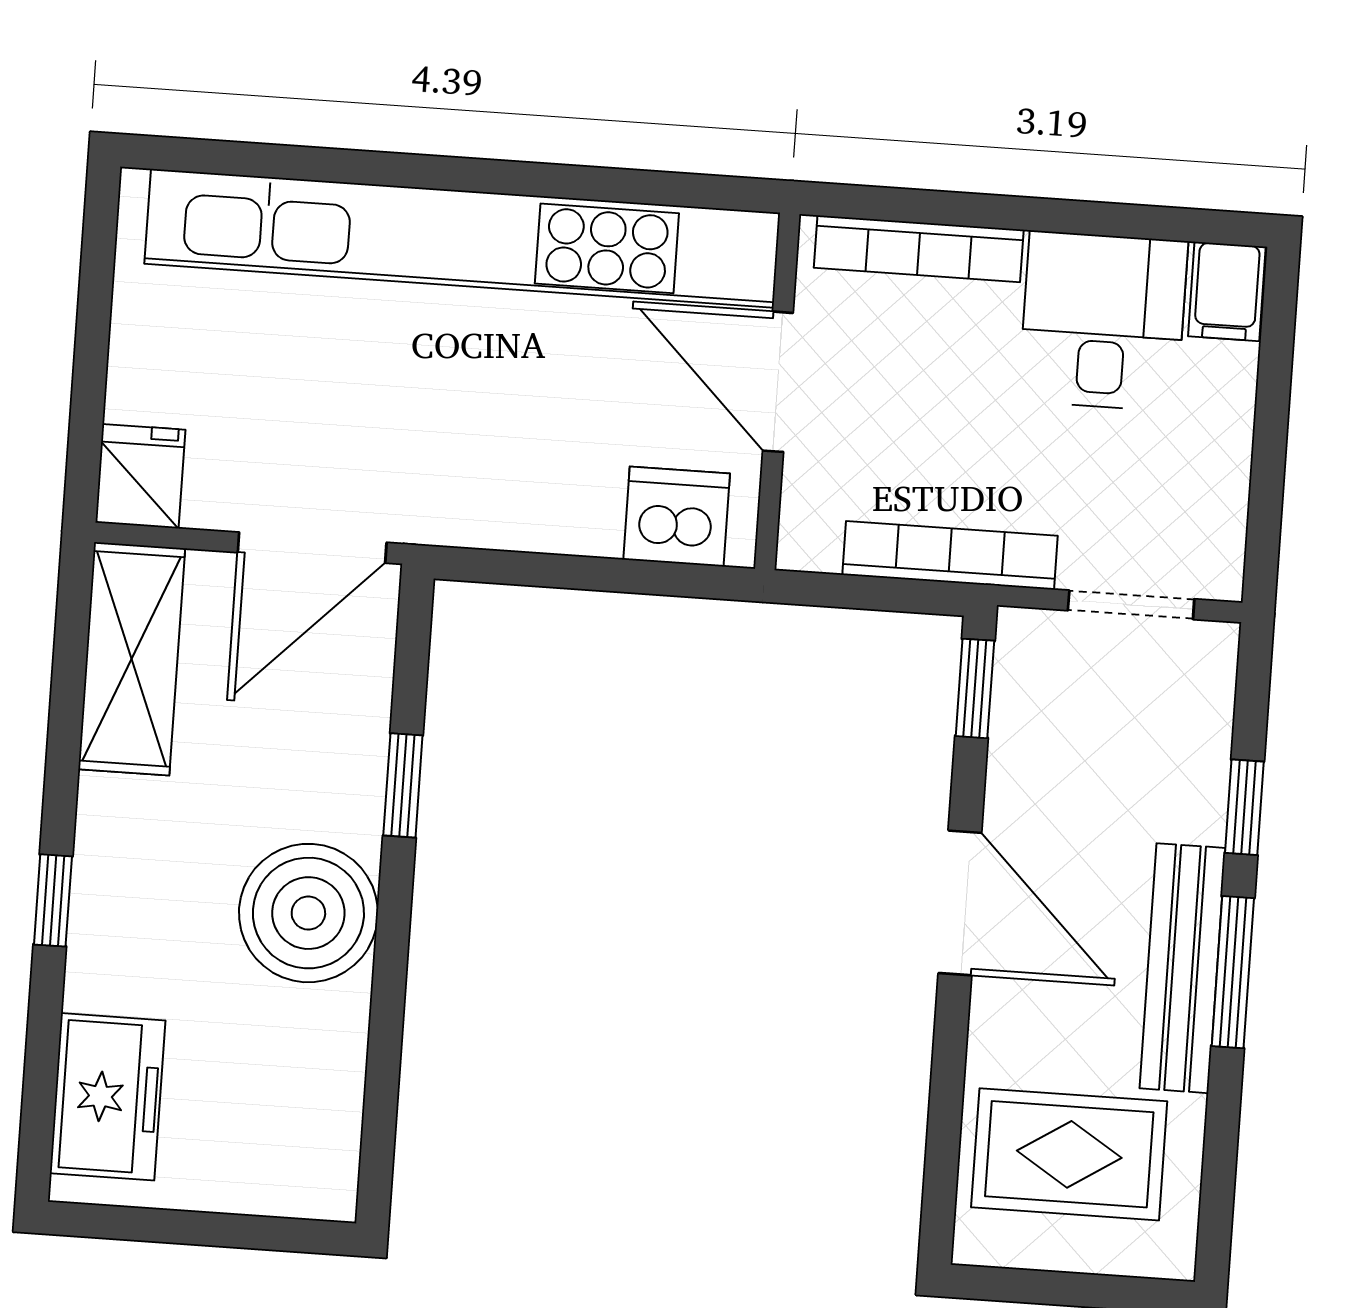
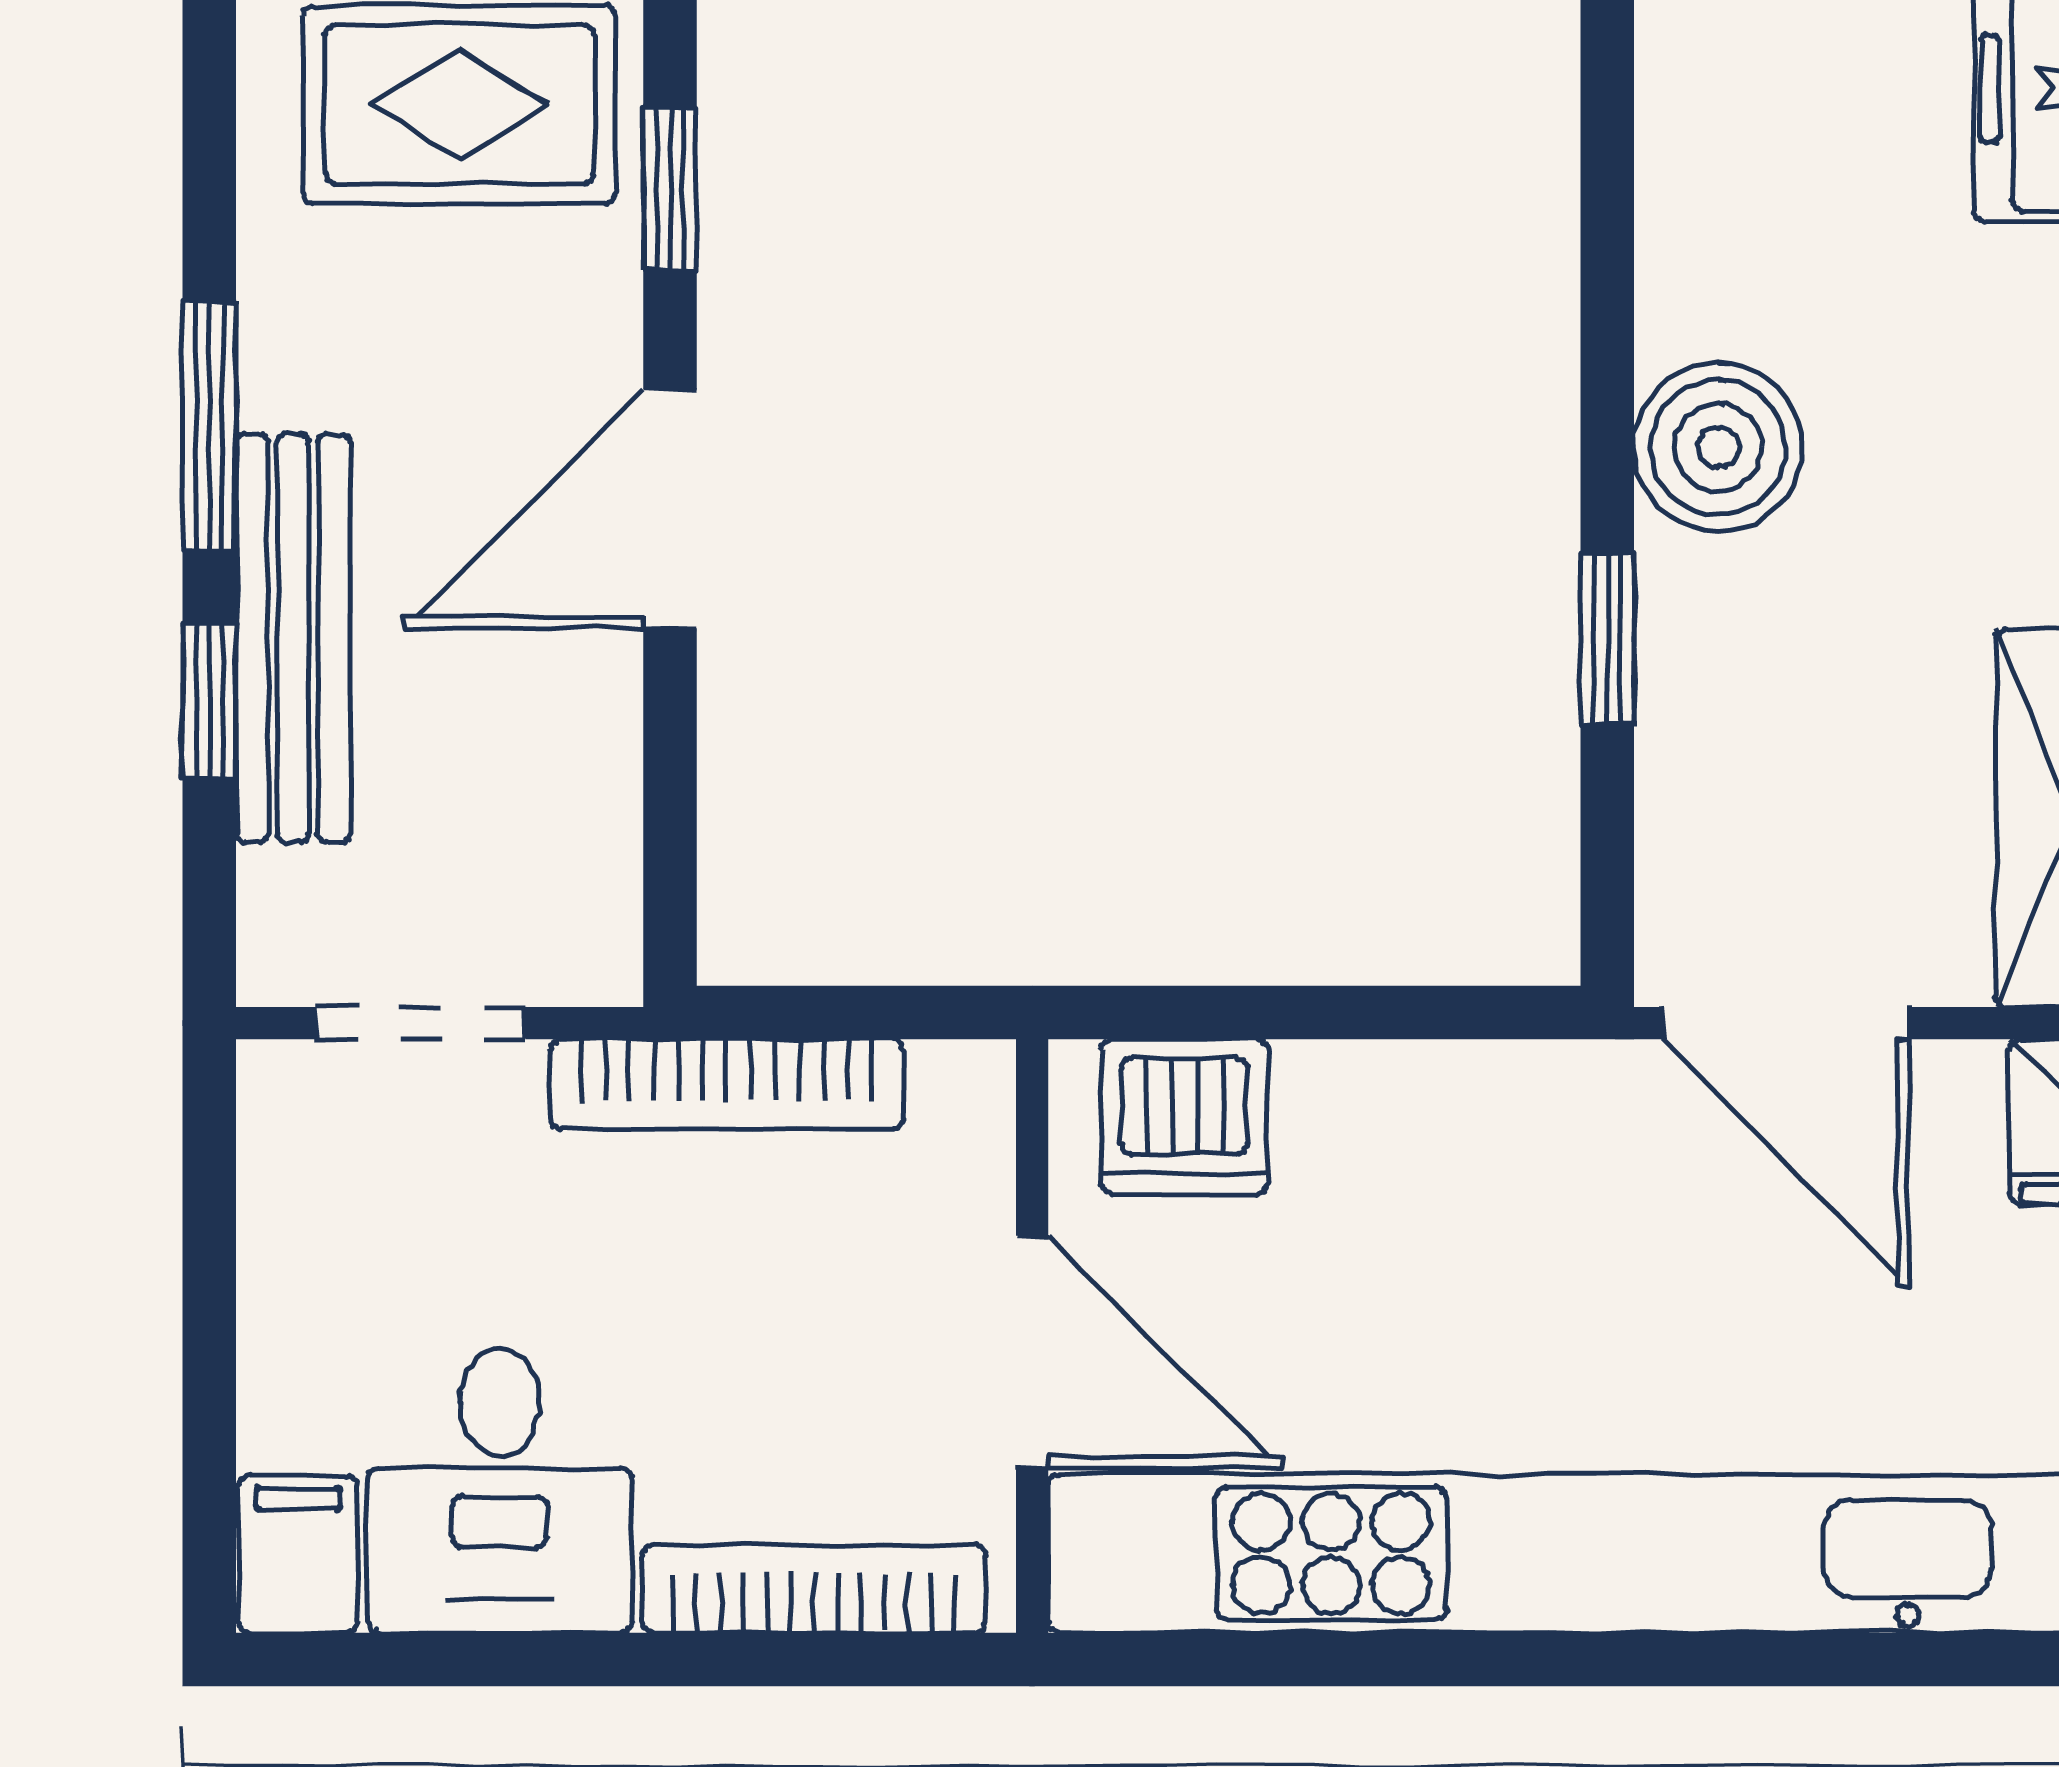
door: (312, 548) -> (1785, 1023), swing flipped
window: (975, 688) -> (670, 189), moved
door: (960, 903) -> (670, 509), hinge flipped
boiler: (308, 913) -> (1718, 447), width x0.73, depth x0.73
bench: (1183, 968) -> (293, 638), moved

